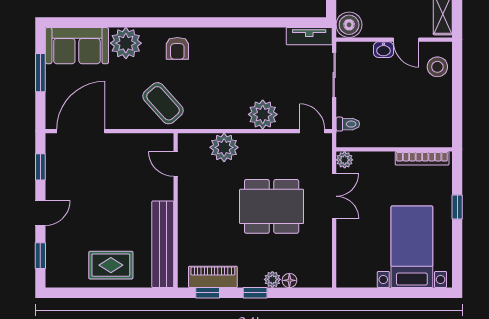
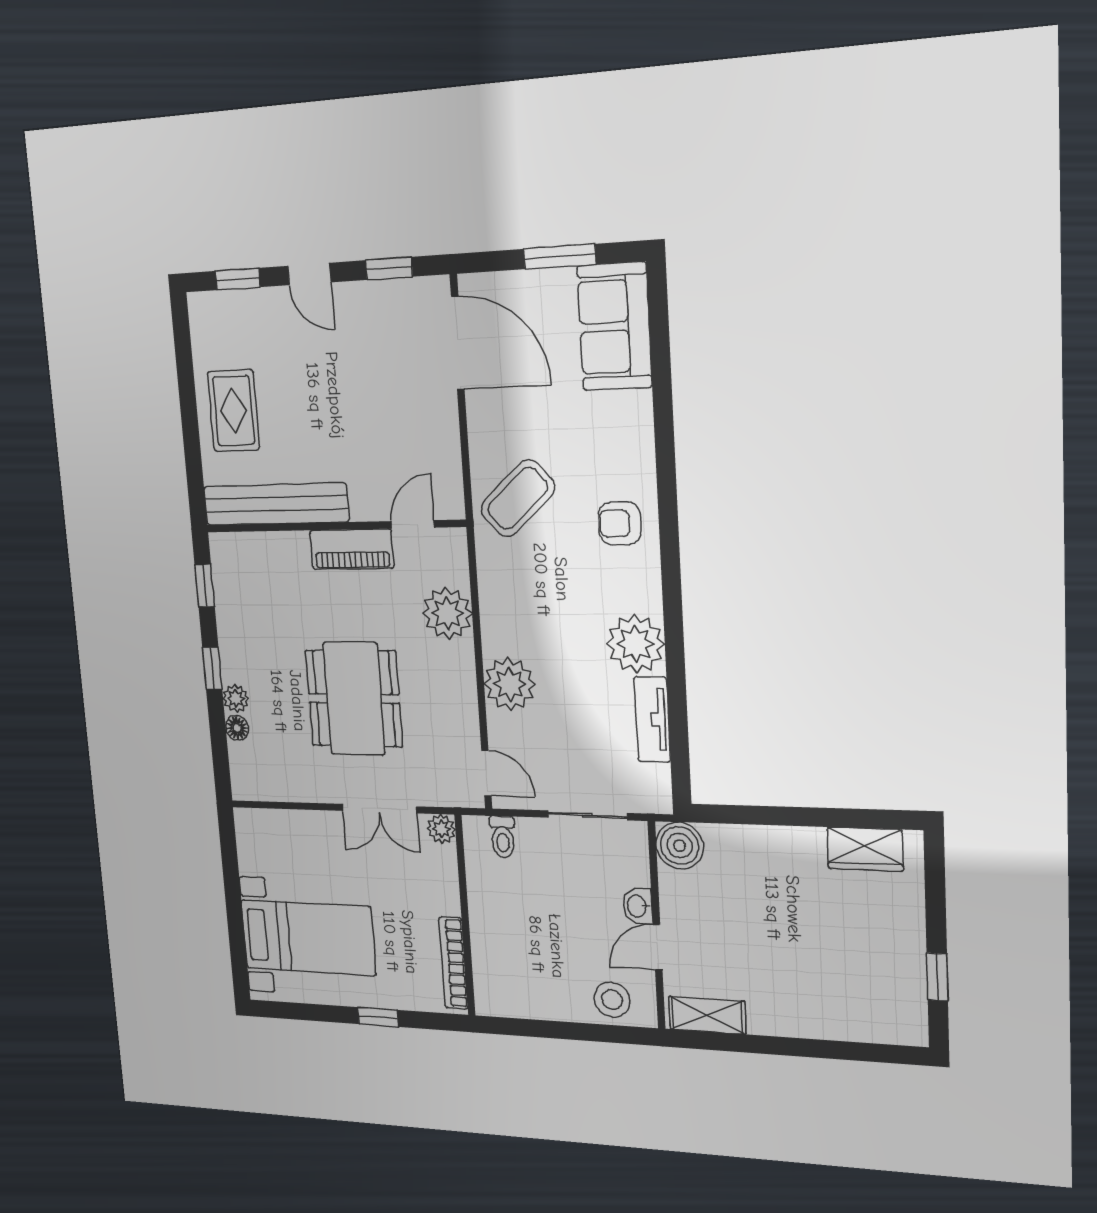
tv unit: (309, 36) -> (652, 719), moved
plant: (126, 43) -> (636, 644), moved
door: (312, 131) -> (486, 773), hinge flipped
piano: (213, 277) -> (352, 549), moved, turned 90

